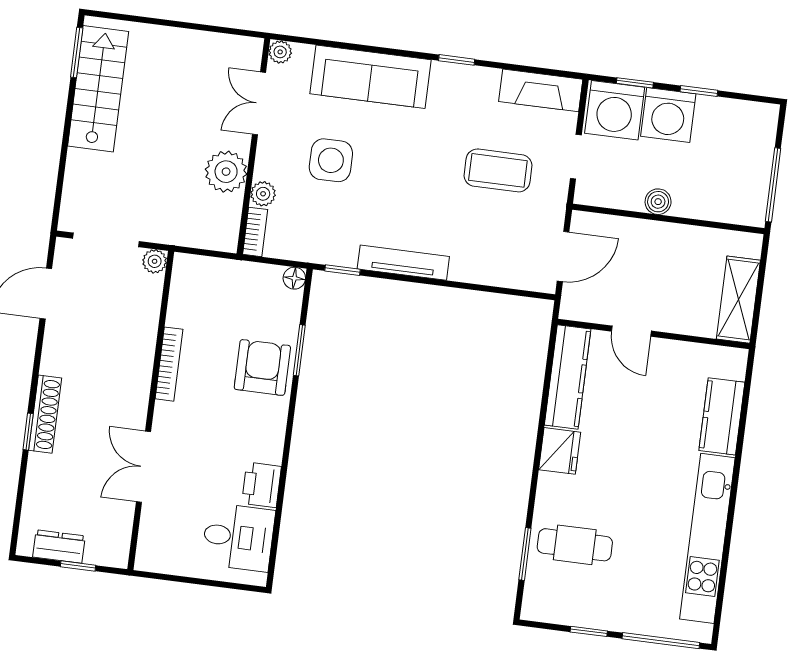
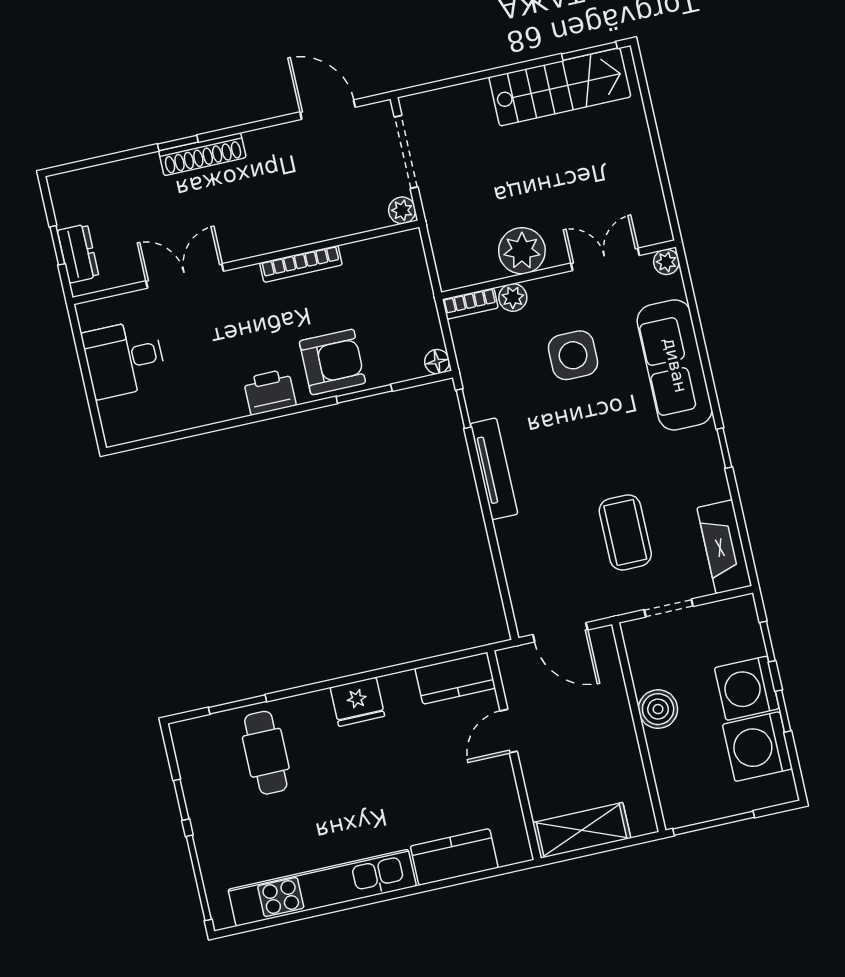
washing machine: (615, 110) -> (757, 747), moved
boiler: (658, 202) -> (658, 709), width x1.36, depth x1.36
kitchen counter: (568, 377) -> (455, 678), width x0.67
printer: (262, 485) -> (270, 392), moved
desk: (238, 537) -> (124, 359), moved, turned 90
dresser: (59, 546) -> (78, 253), moved

